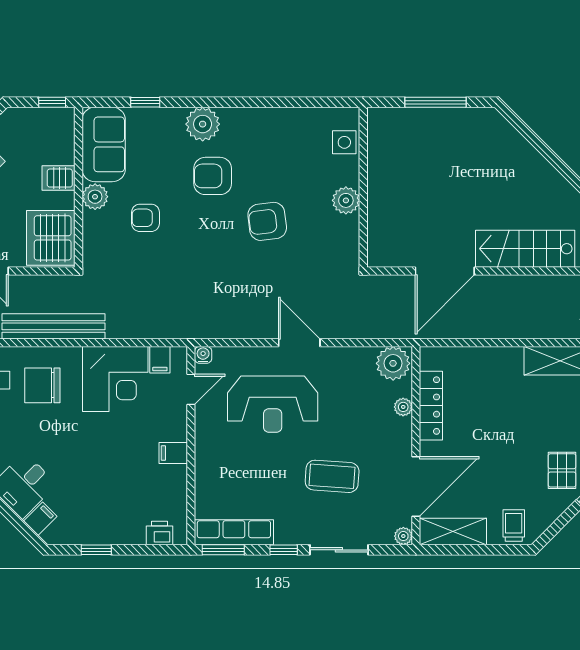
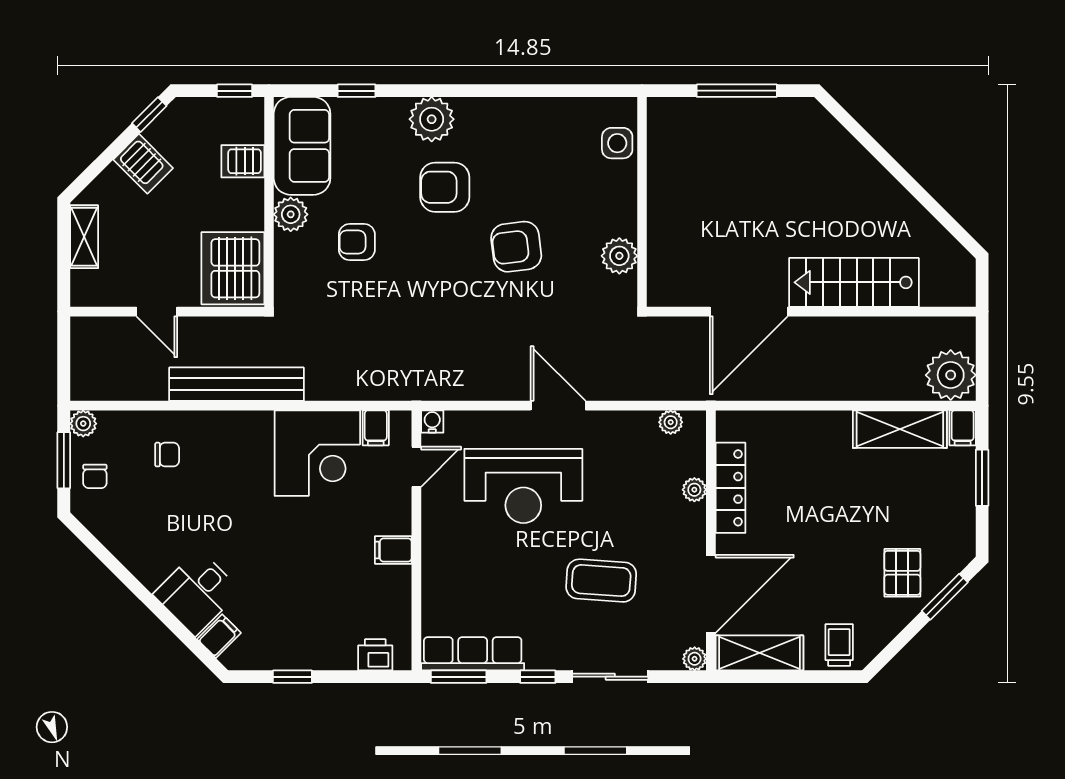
server rack: (58, 178) -> (243, 161), moved
plant: (346, 200) -> (619, 256), moved
plant: (393, 363) -> (671, 422), width x0.53, depth x0.53
chair: (42, 385) -> (222, 461), removed

